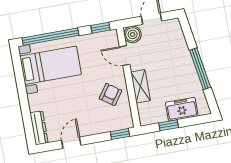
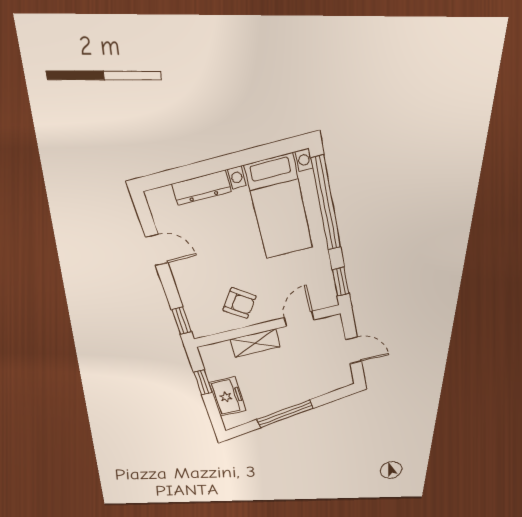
boiler: (133, 34) -> (331, 327), removed
dresser: (39, 128) -> (201, 188), moved

